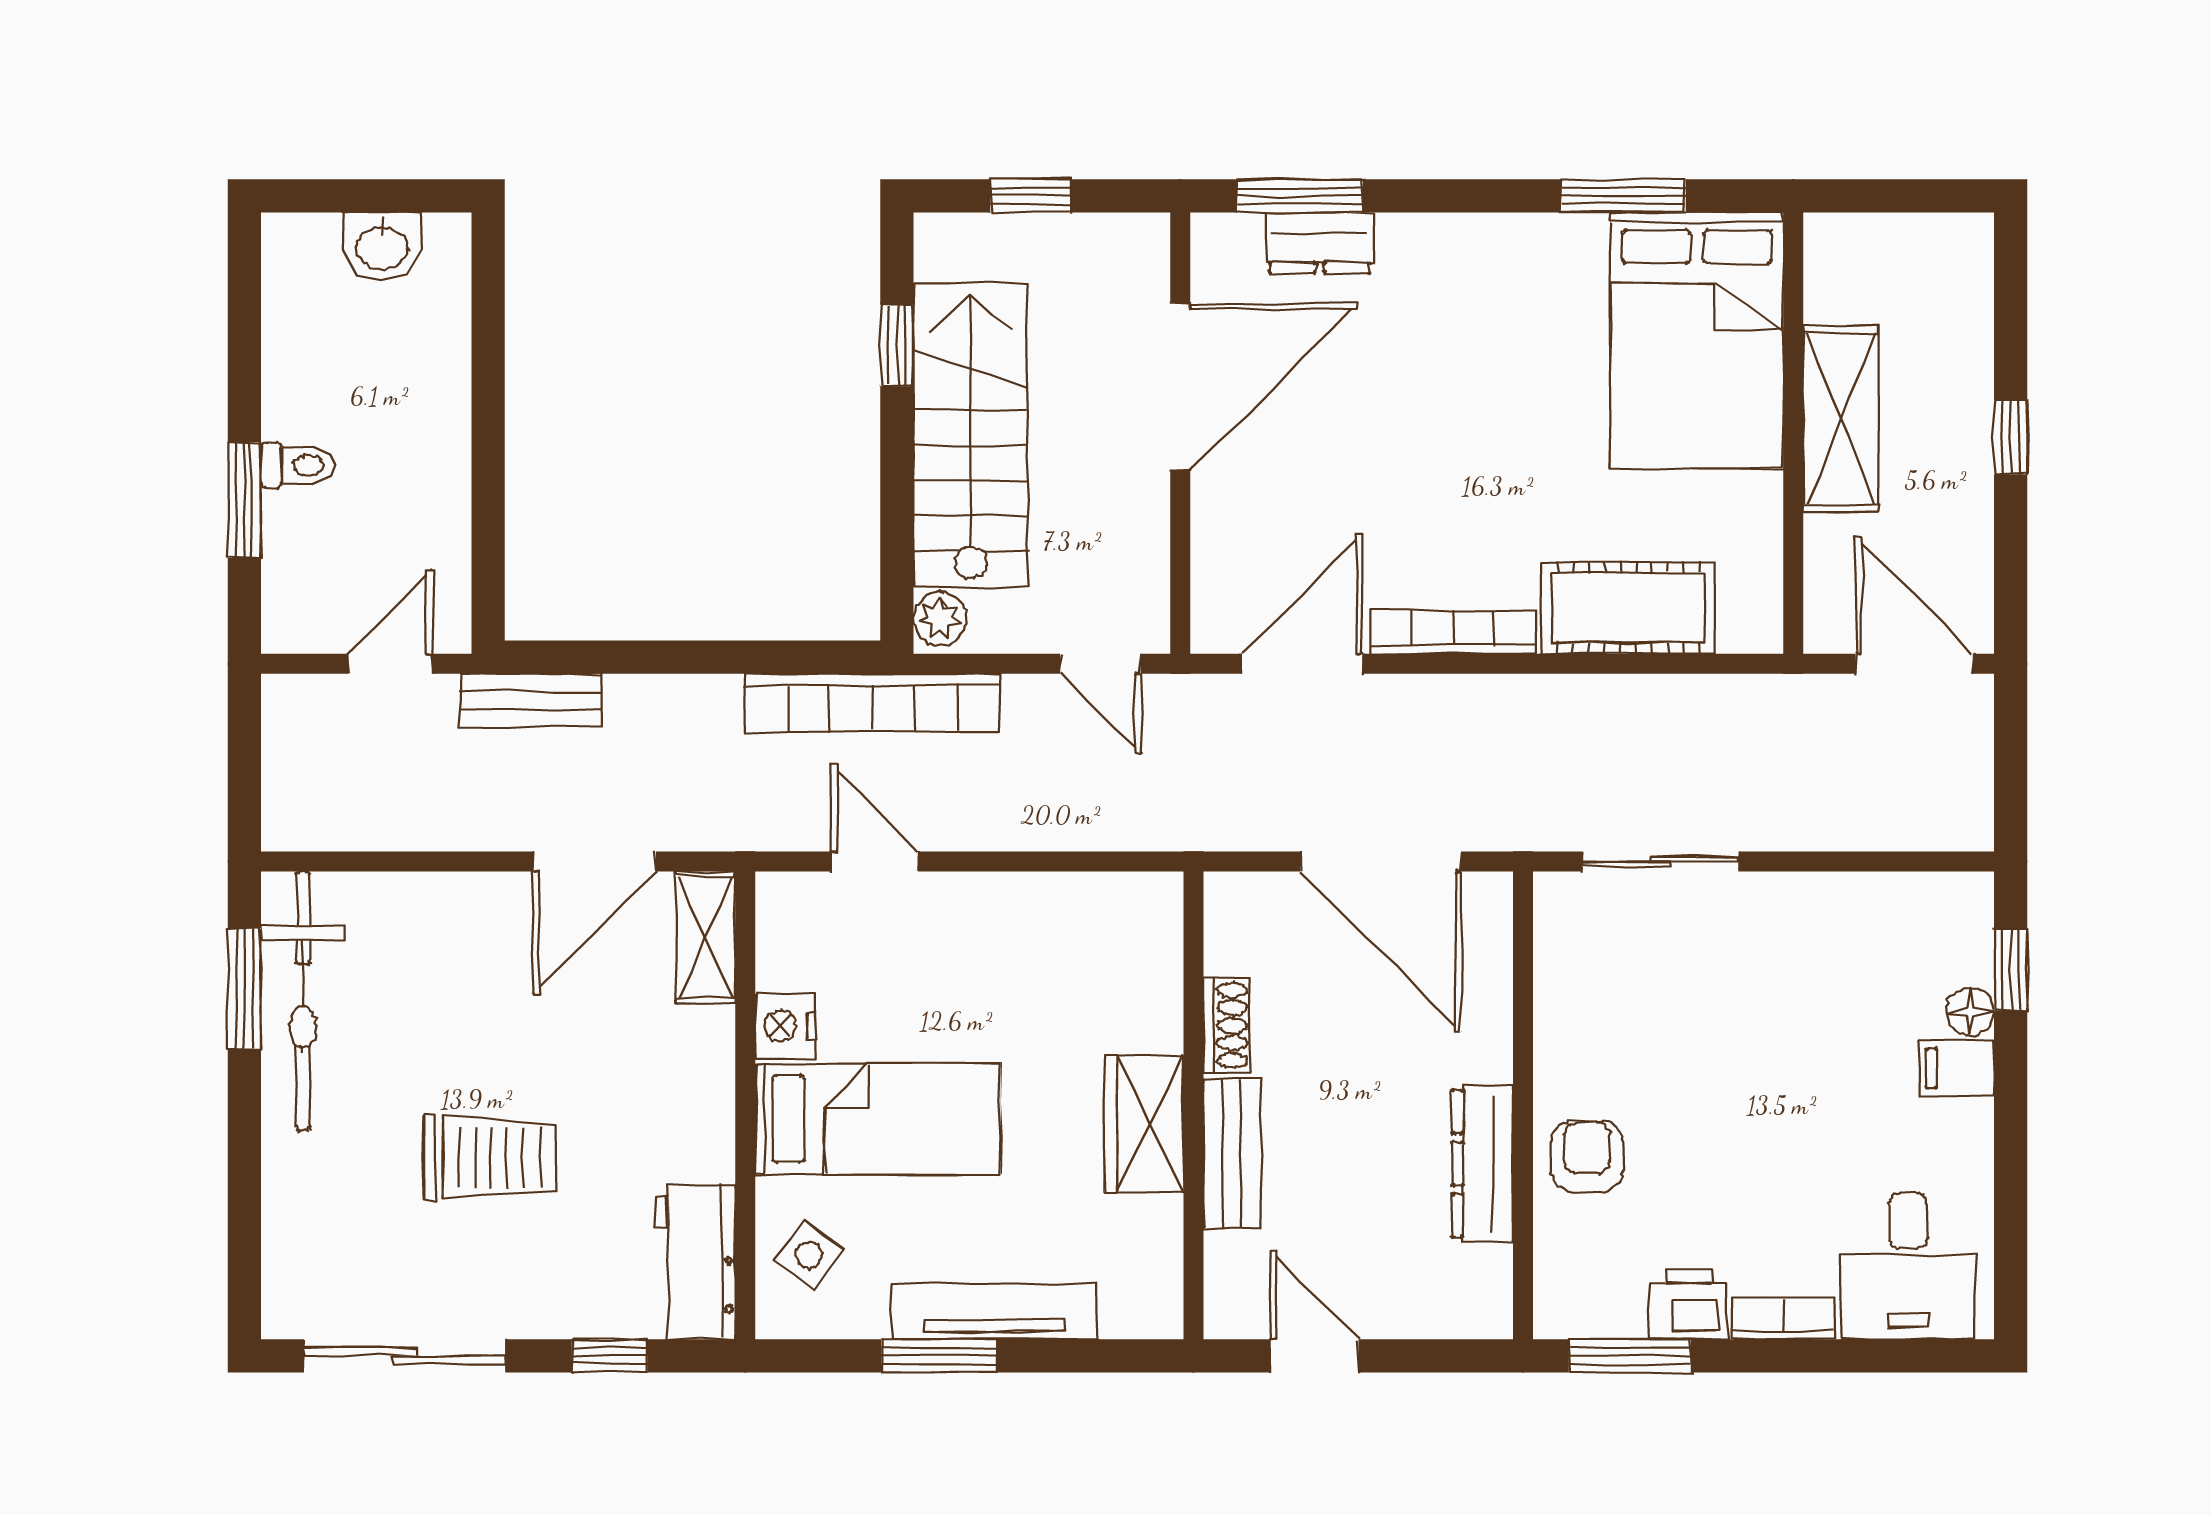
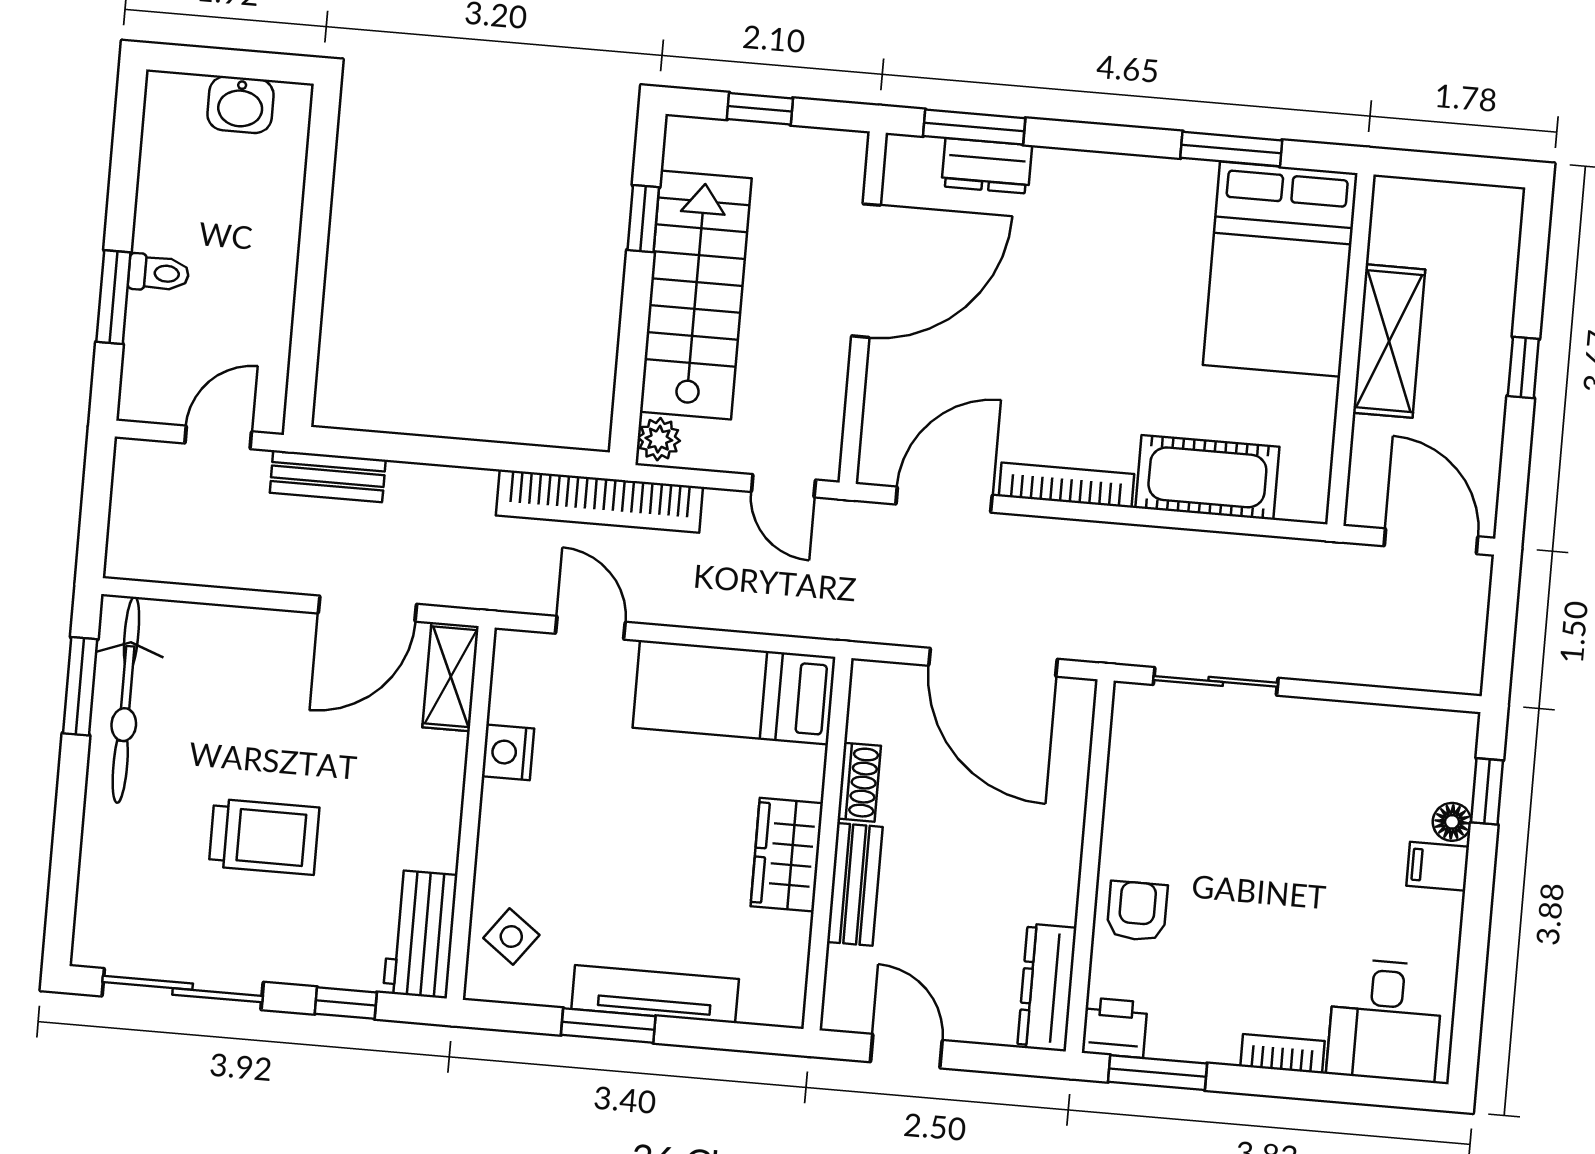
bed: (878, 1119) -> (734, 692), moved, turned 180
dresser: (1483, 1164) -> (1047, 987), moved
printer: (1689, 1304) -> (1115, 1028), moved

